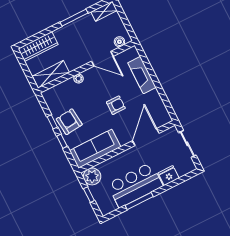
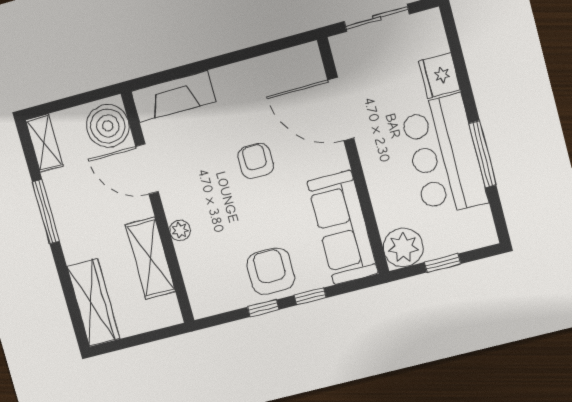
boiler: (119, 42) -> (108, 126), width x1.86, depth x1.86
door: (102, 59) -> (147, 169), swing flipped
shelving: (51, 74) -> (150, 258), moved
fireplace: (142, 75) -> (173, 96), moved
armchair: (69, 122) -> (271, 271), turned 96

